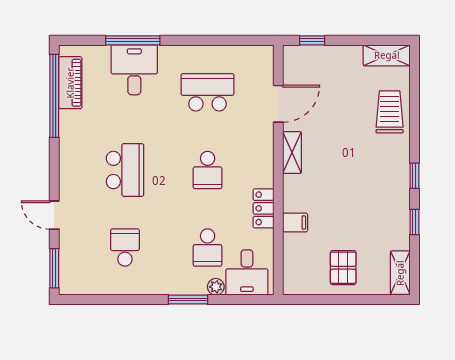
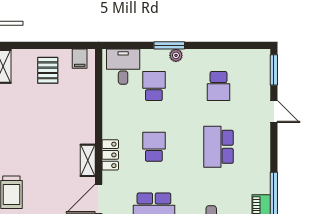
locker: (263, 208) -> (110, 155), moved
filing cabinet: (295, 222) -> (80, 59), moved, turned -90
plant: (216, 287) -> (176, 55), moved

